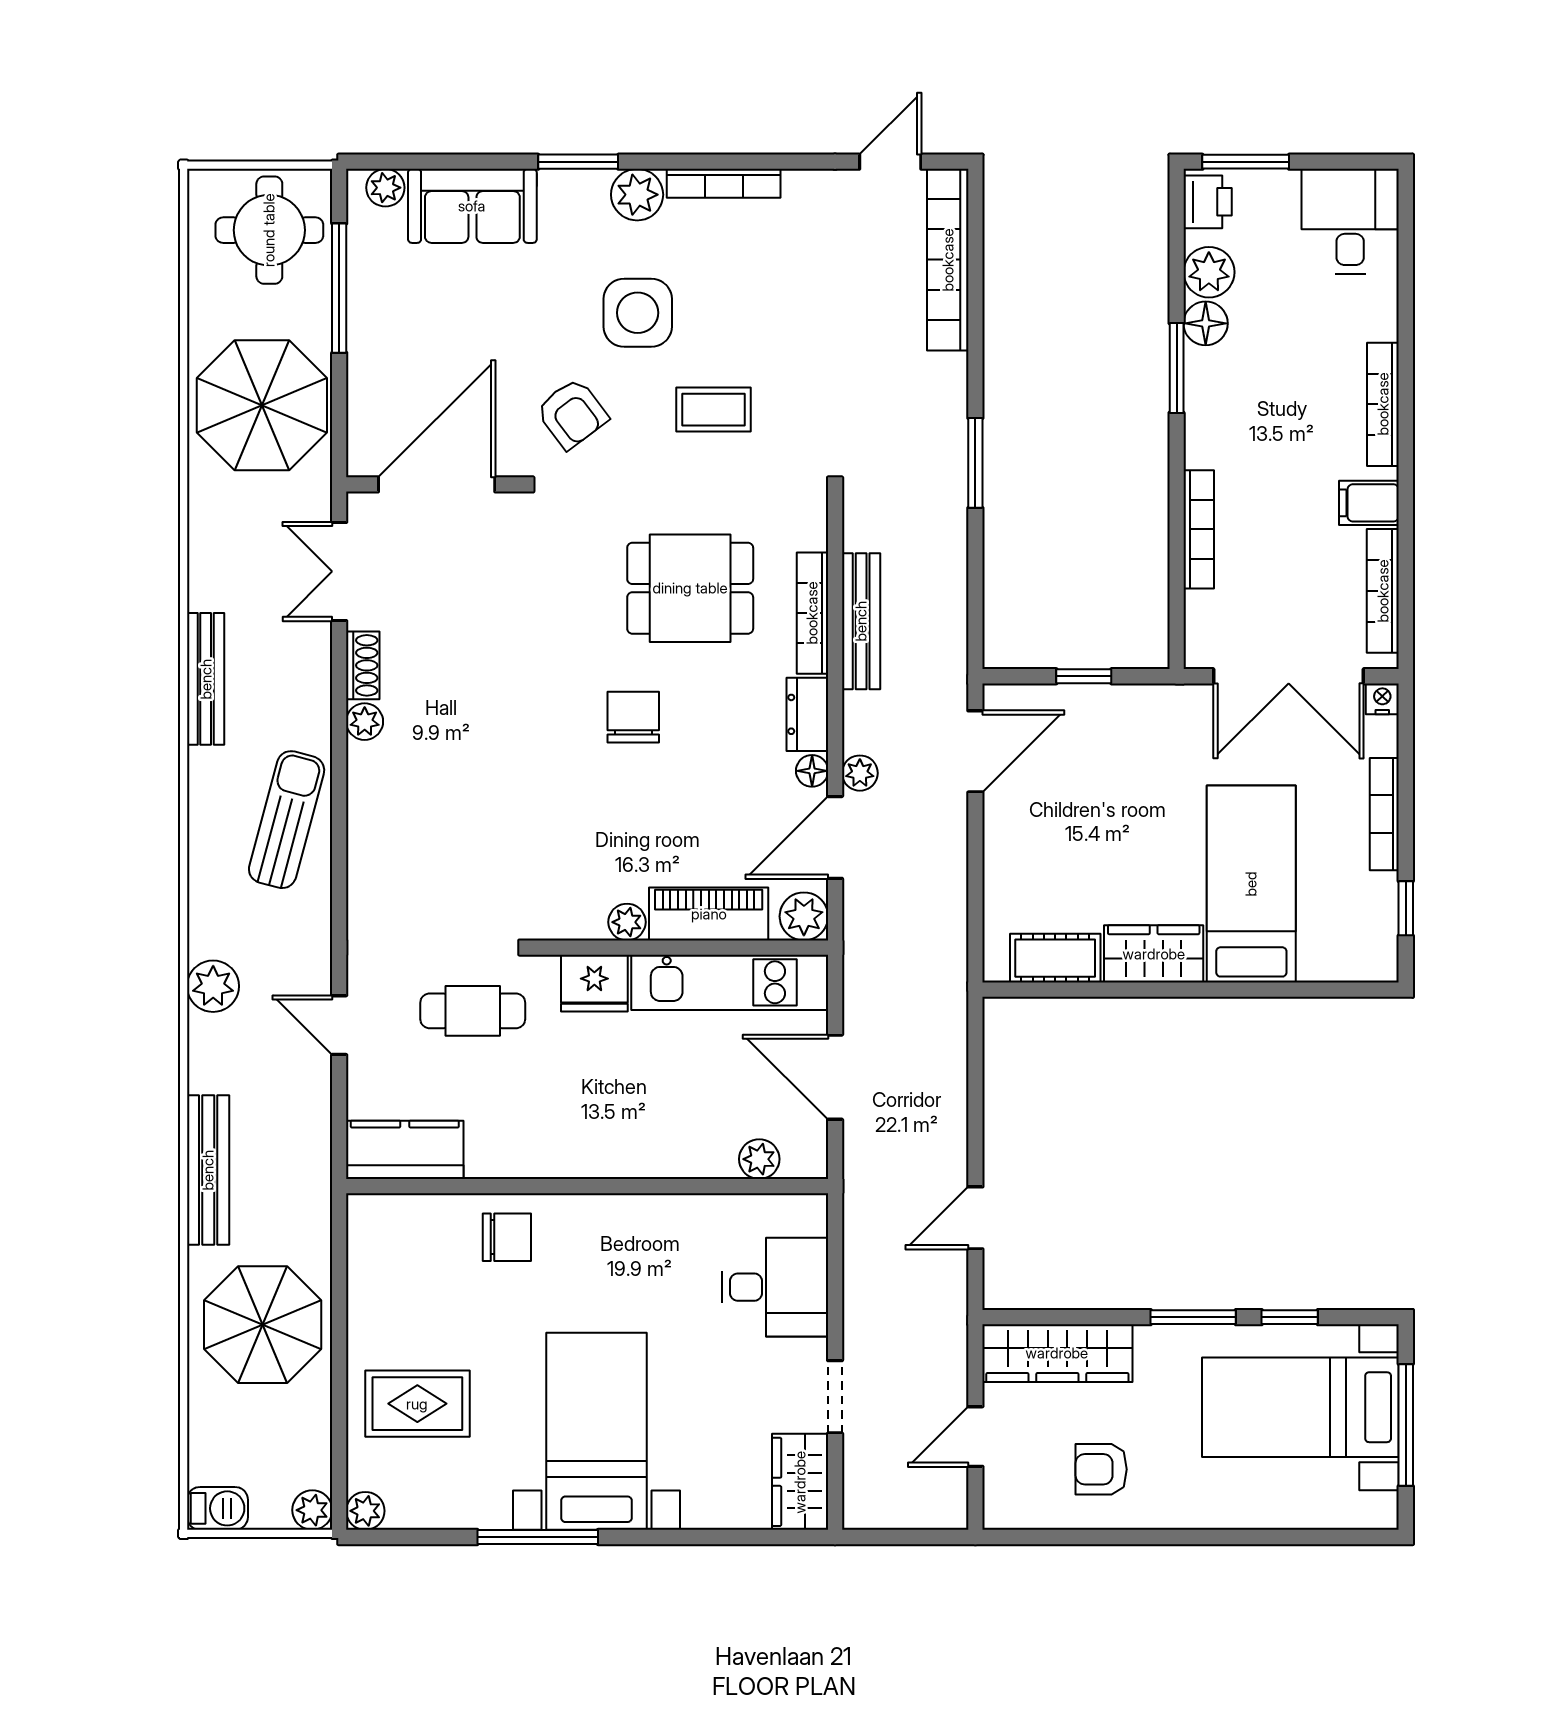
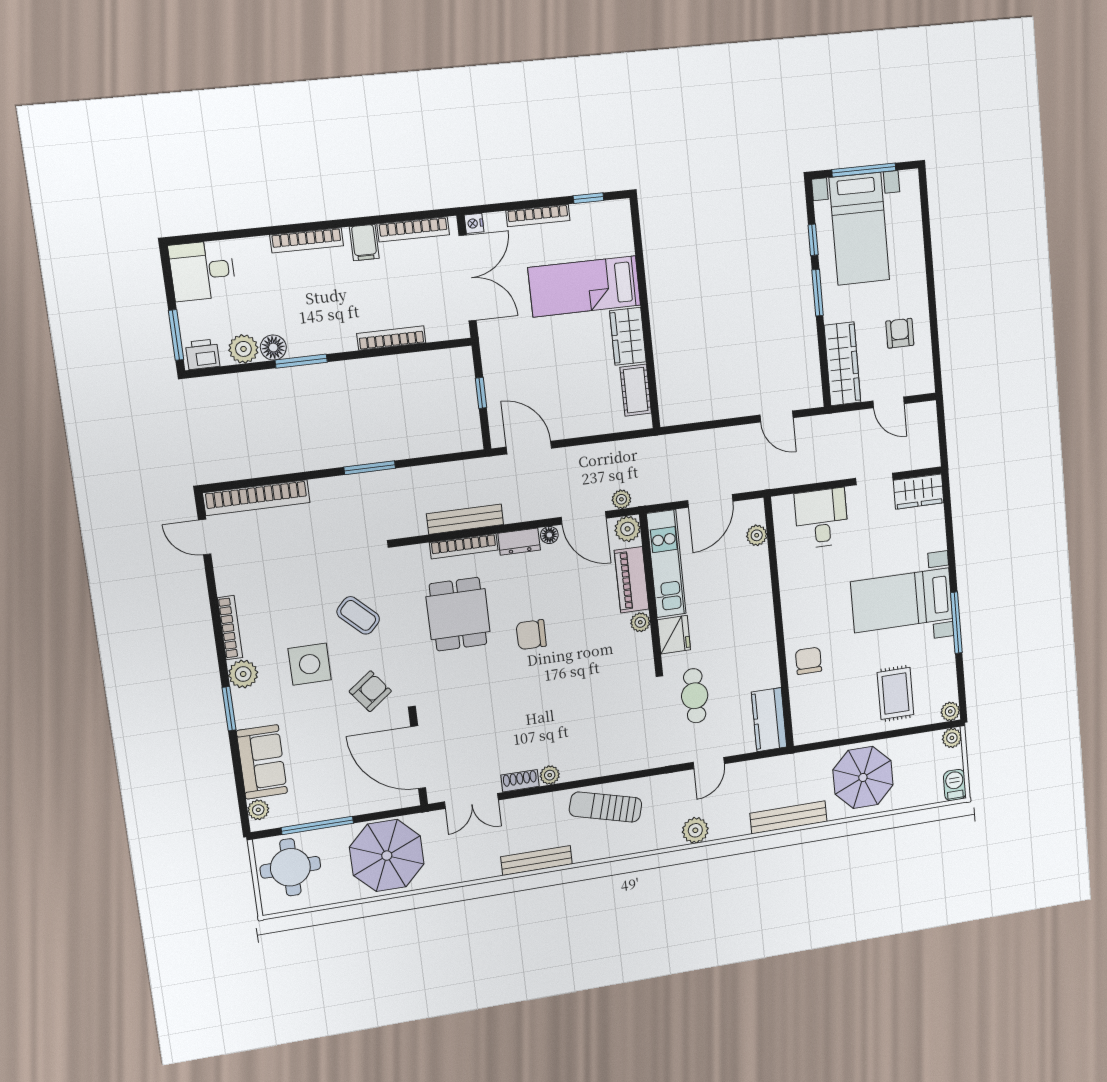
coffee table: (714, 410) -> (358, 615), turned -46
plant: (860, 773) -> (621, 499), moved
armchair: (1101, 1469) -> (900, 333), turned 180

